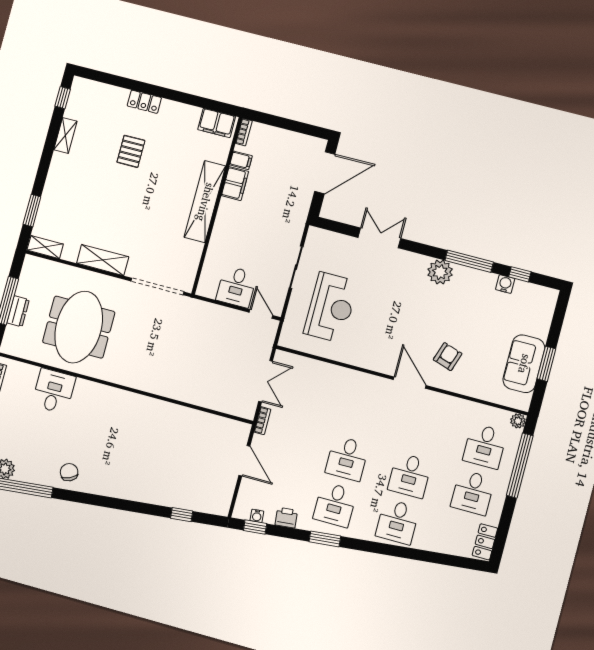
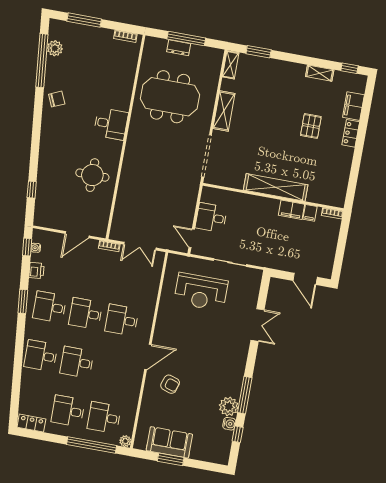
filing cabinet: (217, 123) -> (353, 106), moved
pallet: (131, 151) -> (311, 126), turned 90
door: (325, 173) -> (305, 279), width x0.73
plant: (440, 272) -> (229, 407), moved
door: (261, 314) -> (192, 238), swing flipped
desk: (54, 391) -> (111, 124), moved
desk: (359, 412) -> (122, 320), added
round table: (170, 435) -> (92, 175), added

